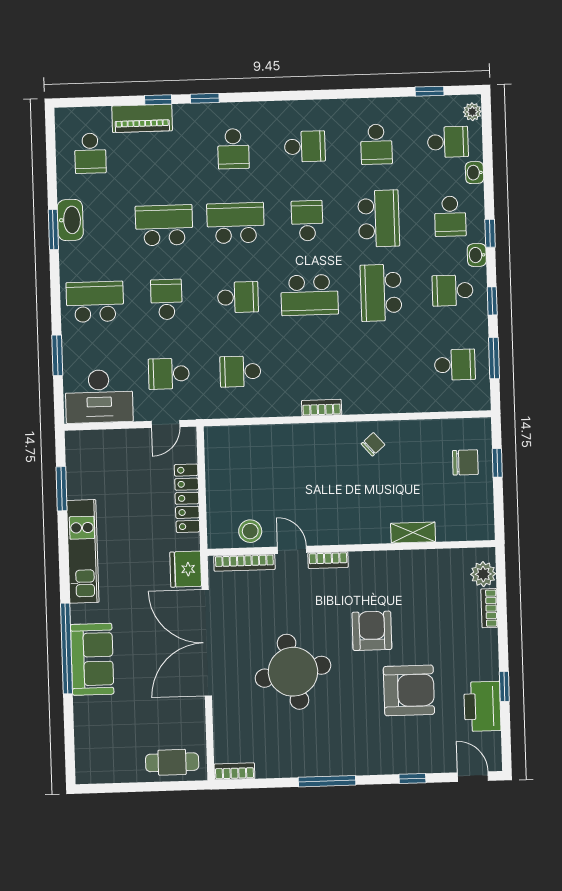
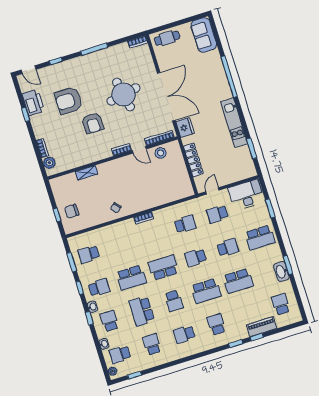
school desk: (381, 293) -> (131, 278), turned 90
school desk: (166, 299) -> (228, 248), turned -90
school desk: (169, 374) -> (217, 214), turned 180
sofa: (92, 659) -> (204, 35), moved

